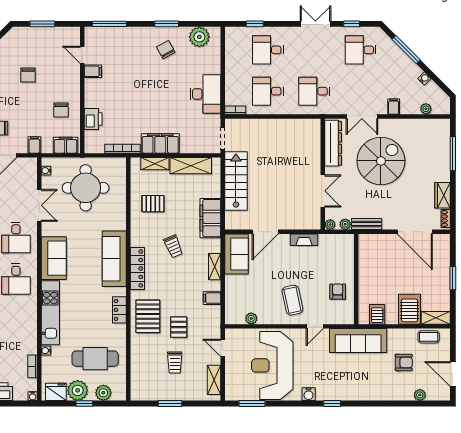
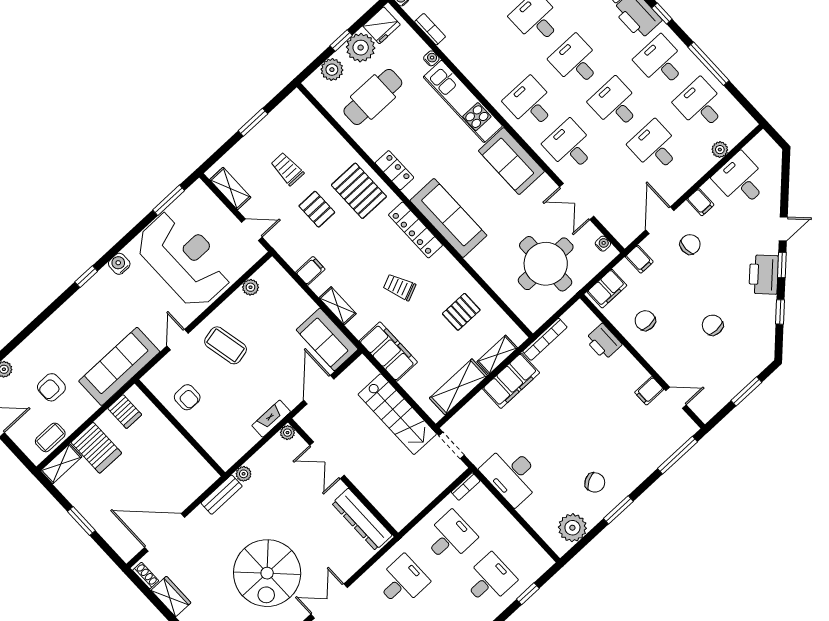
dresser: (333, 143) -> (362, 519), moved
wall: (323, 174) -> (343, 478), moved
double door: (323, 191) -> (327, 460), moved
plant: (330, 225) -> (287, 433), moved

